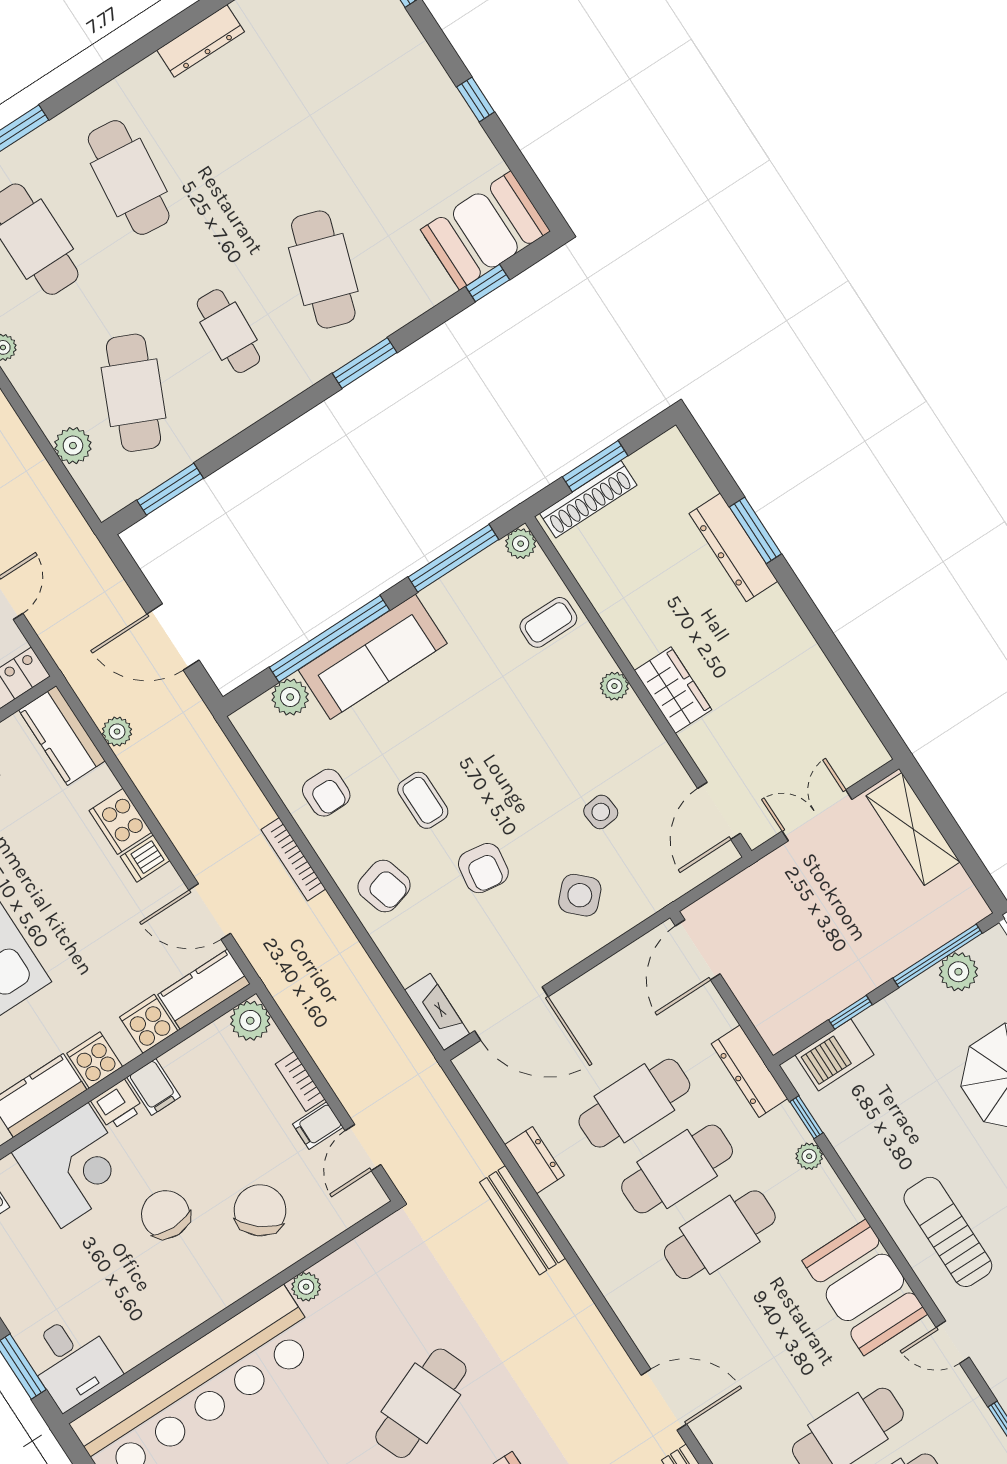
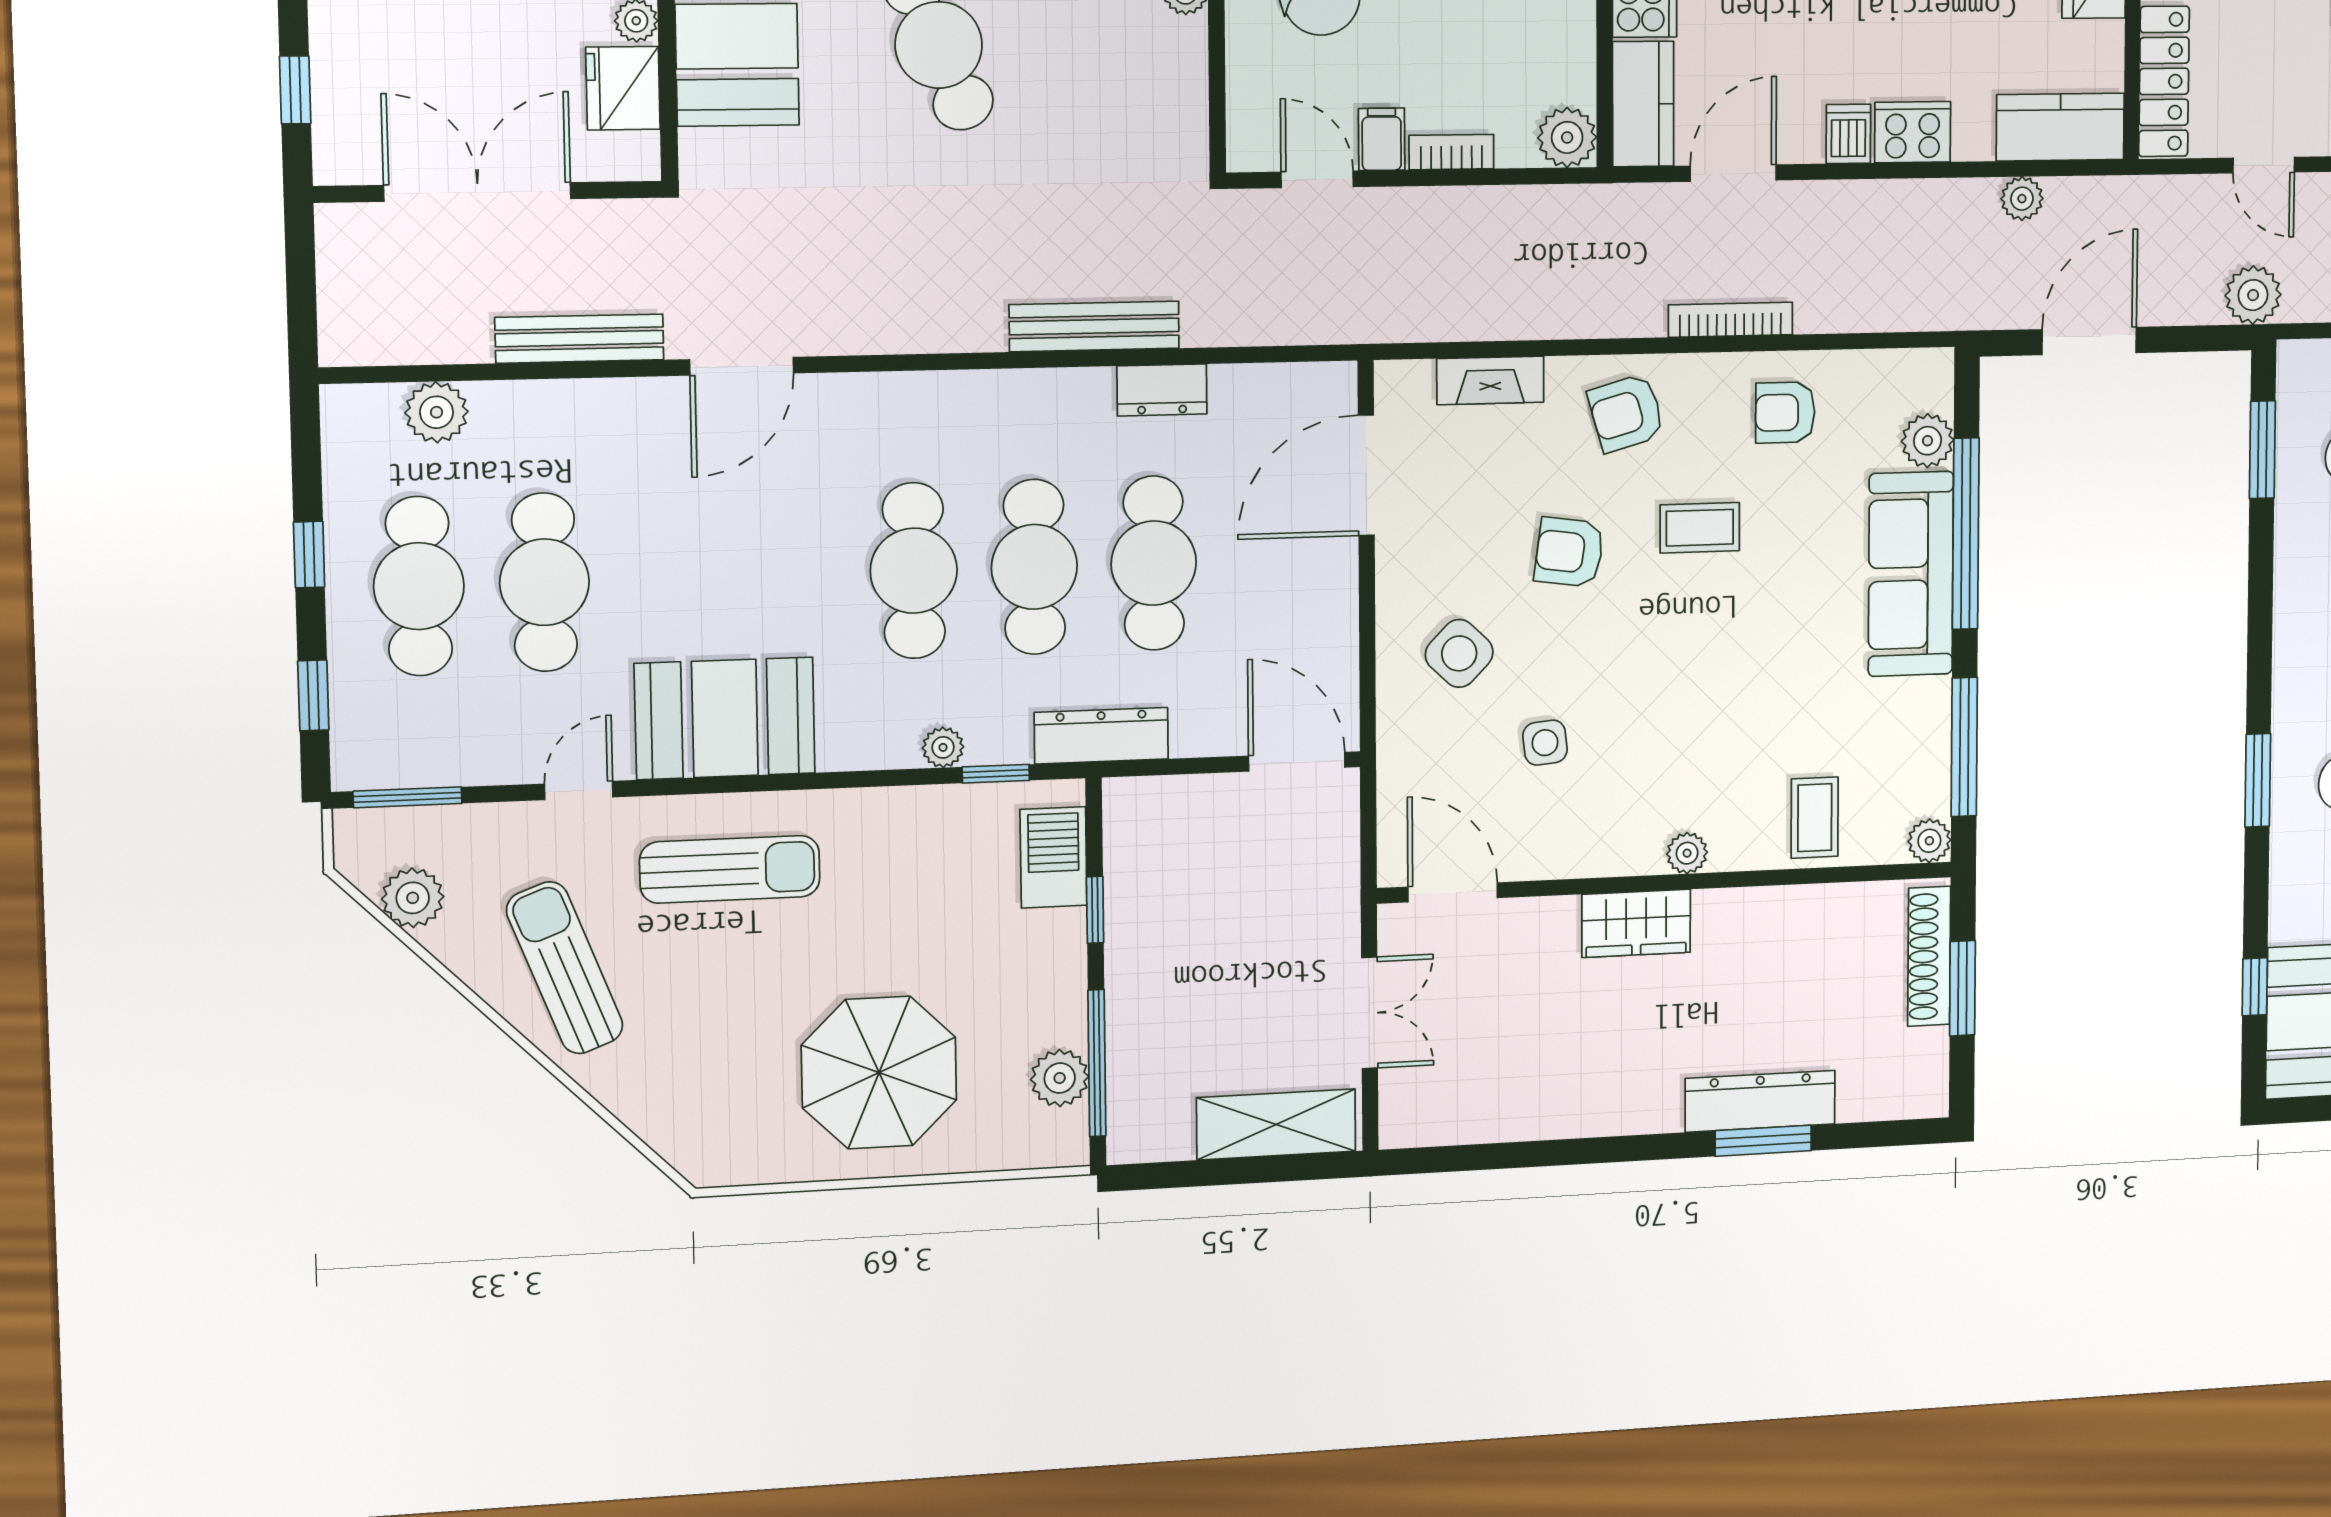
plant: (85, 555) -> (2253, 295), added
fireplace: (437, 1012) -> (1490, 380), moved

